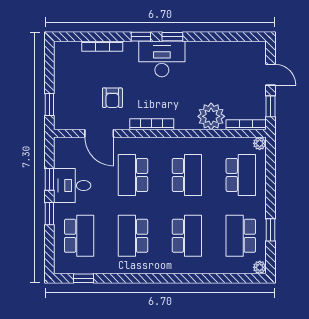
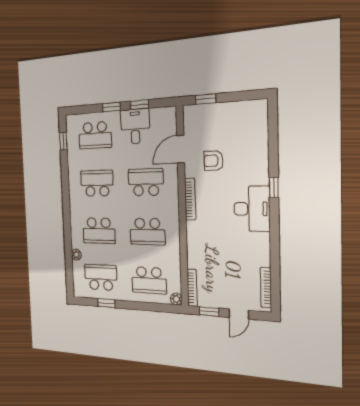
window: (172, 37) -> (274, 220), removed
bookcase: (102, 46) -> (266, 288), moved
plant: (211, 116) -> (199, 255), removed
plant: (260, 267) -> (76, 255), moved

